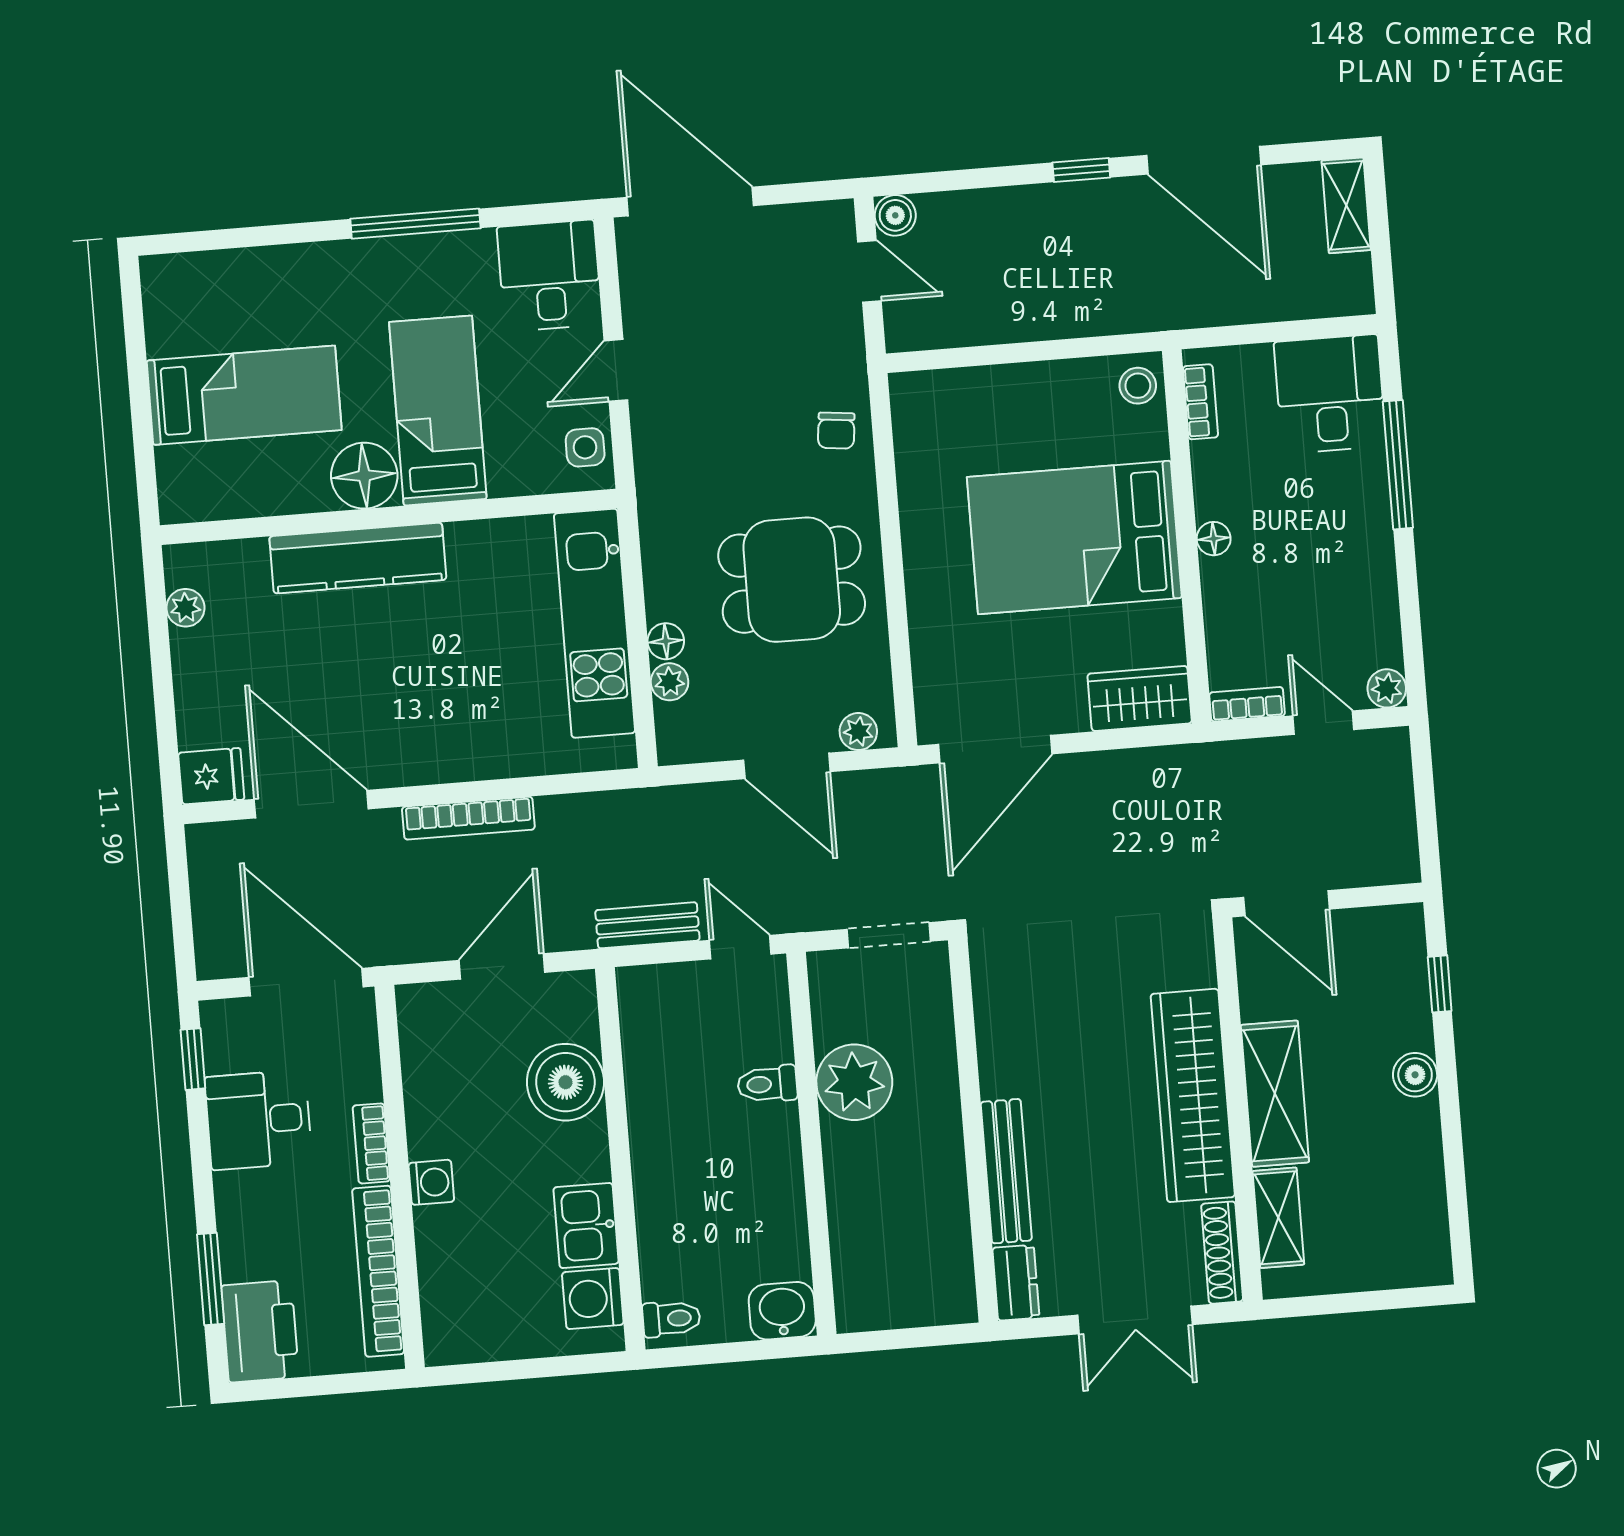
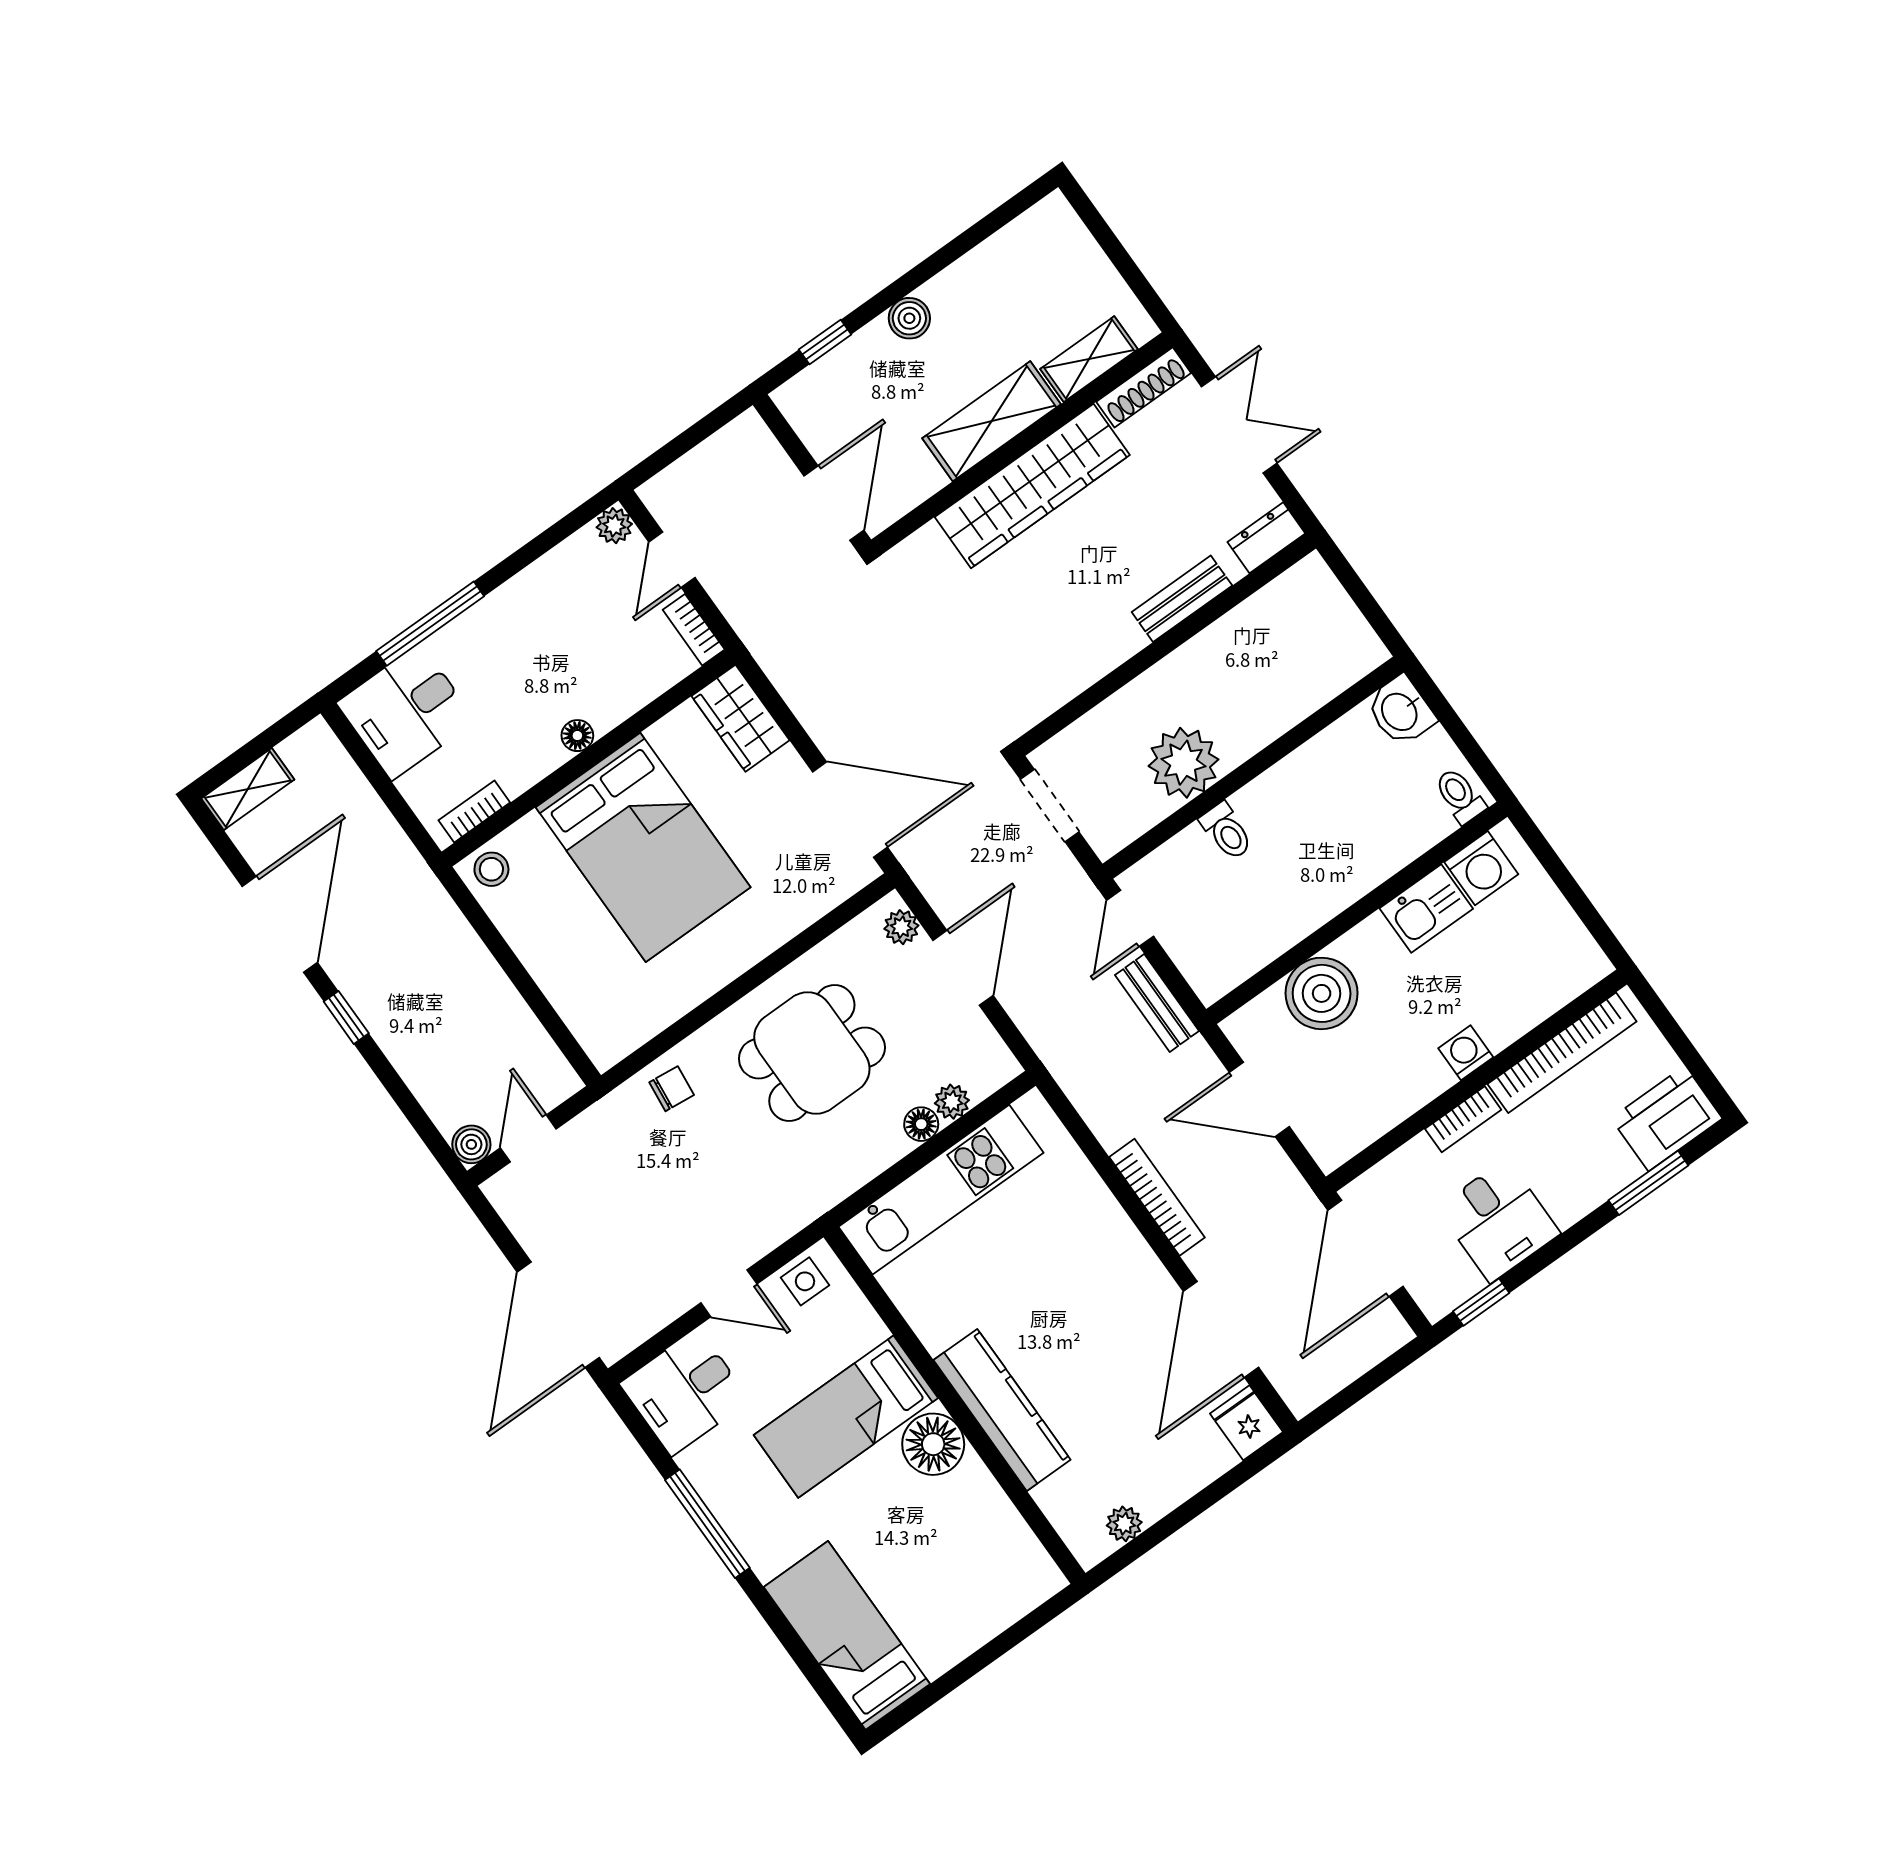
bed: (244, 395) -> (847, 1635), moved
dining table: (792, 580) -> (812, 1053), turned 90
bench: (1006, 1171) -> (1182, 599), width x0.73

